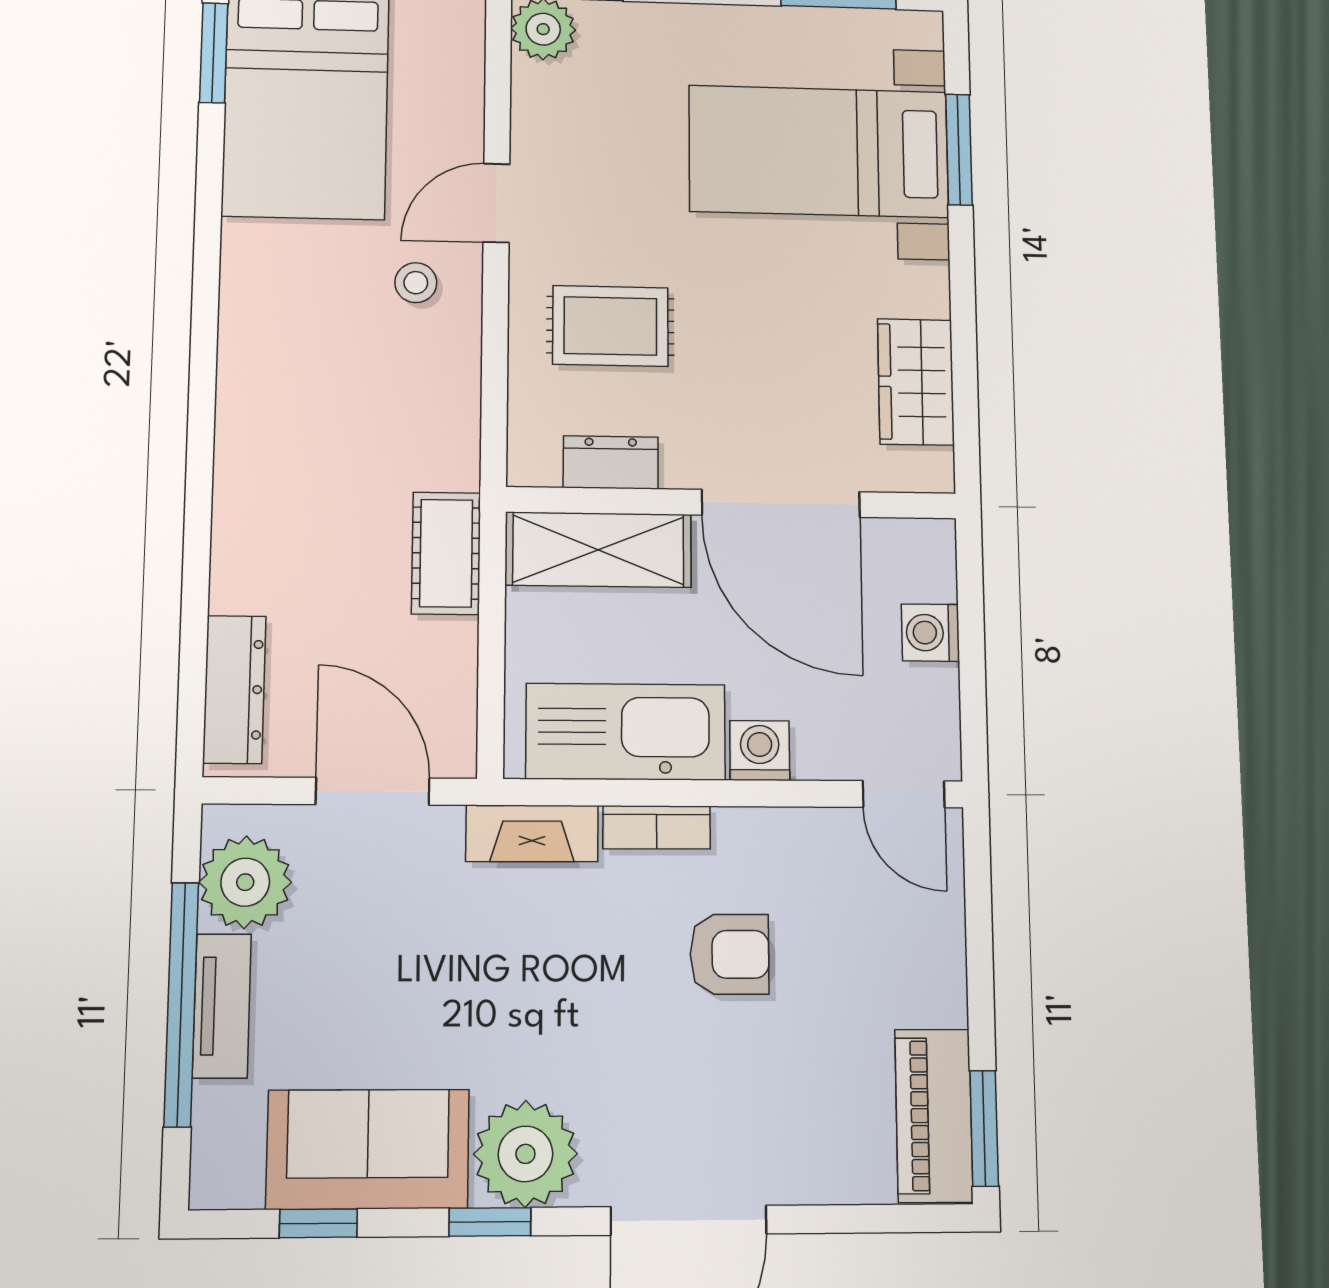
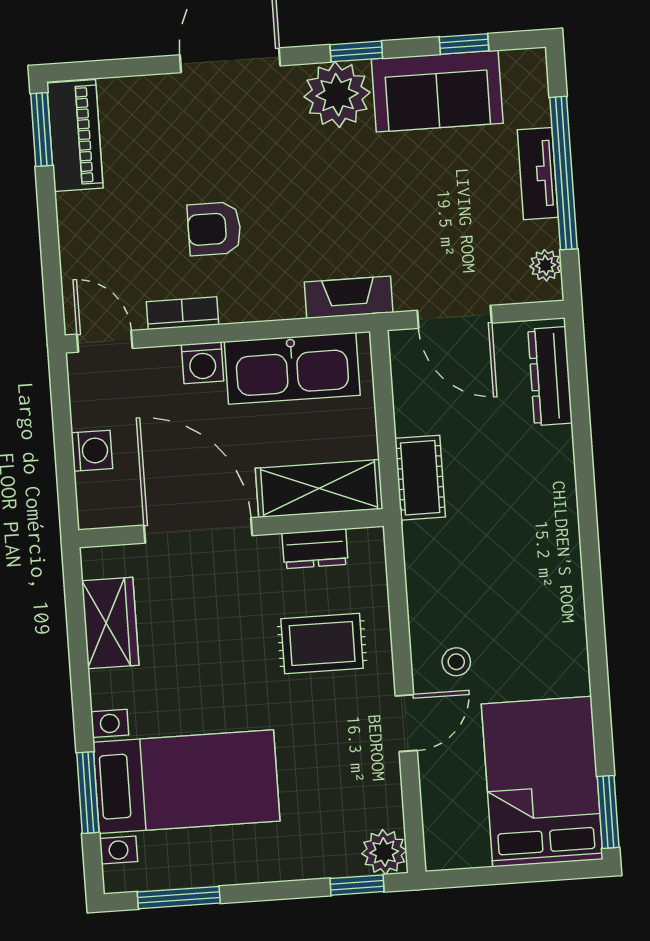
bookcase: (657, 827) -> (183, 313), moved
plant: (245, 882) -> (546, 265), width x0.53, depth x0.53

